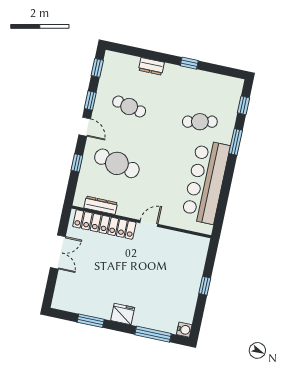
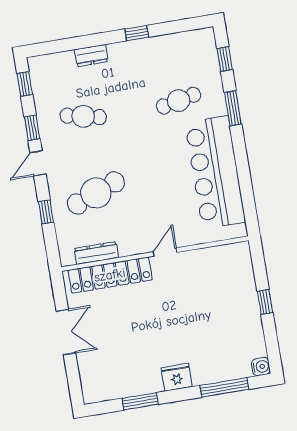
door: (85, 127) -> (38, 163), swing flipped
cafe table: (117, 163) -> (96, 193), turned -33

